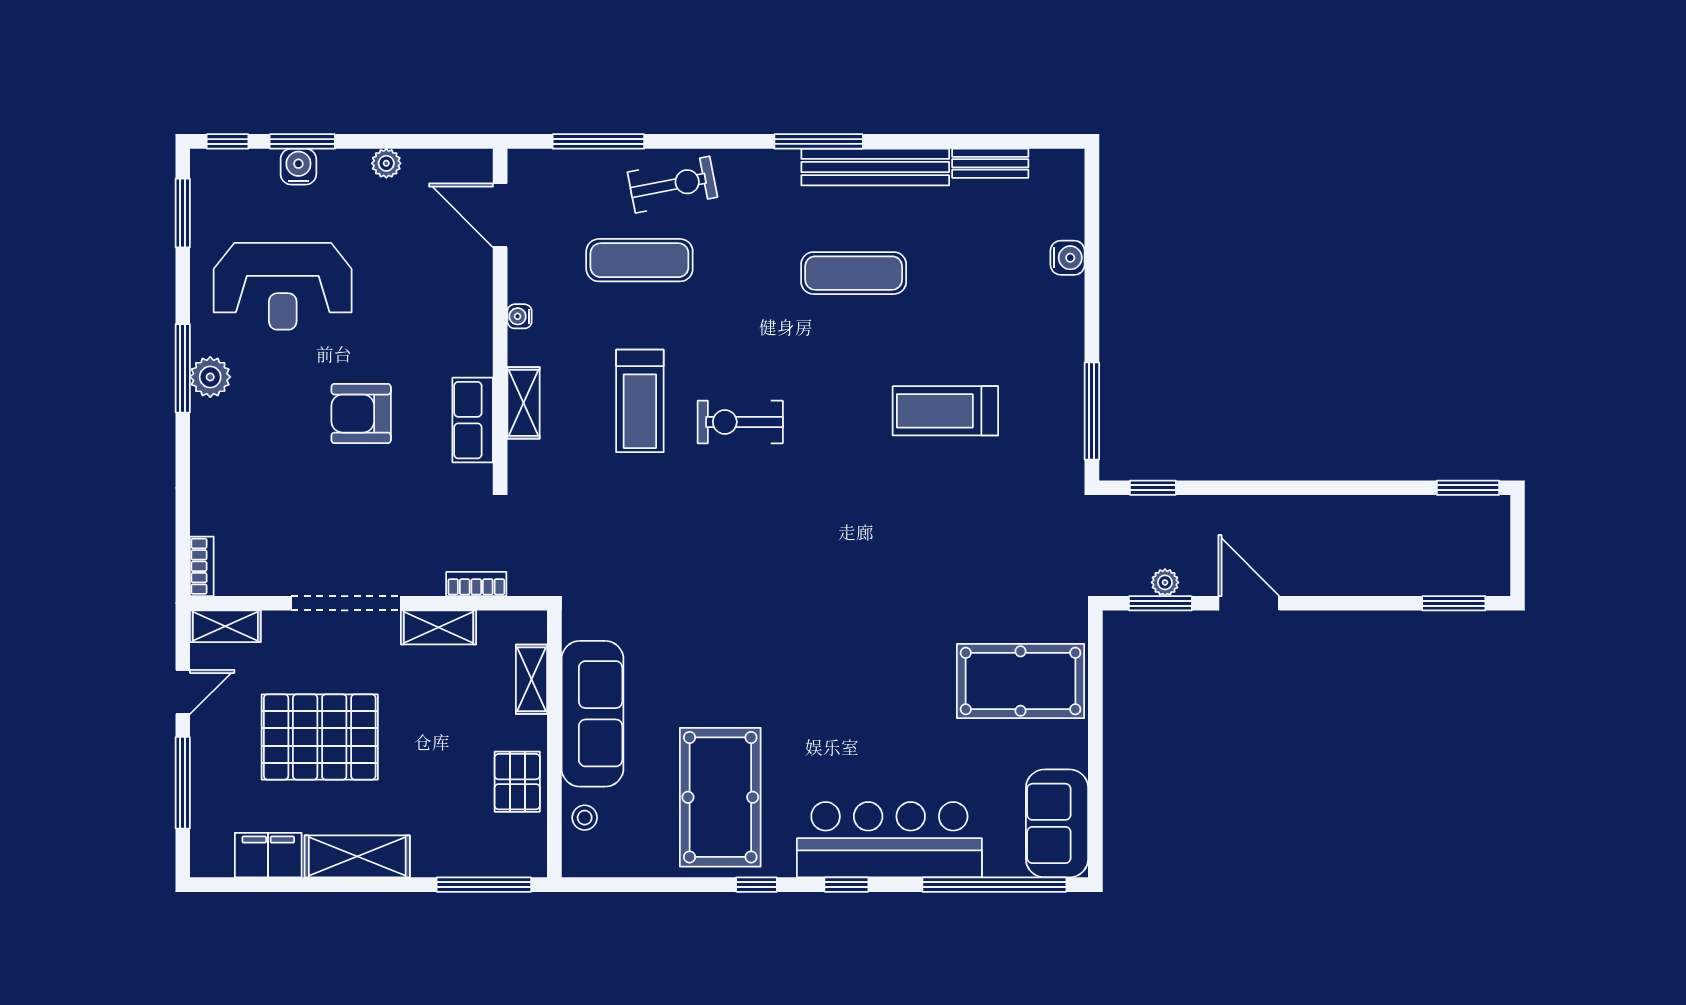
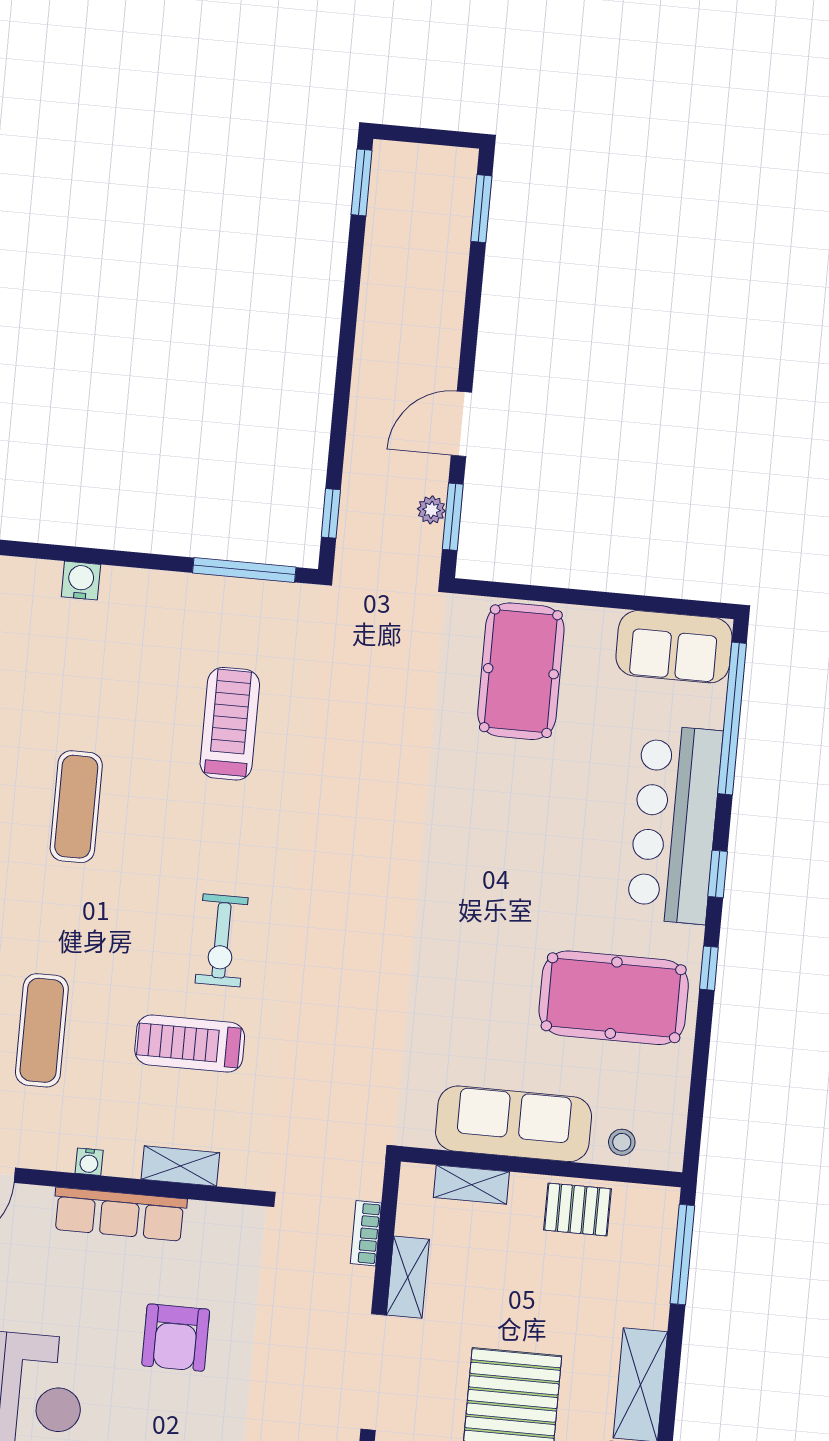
treadmill: (640, 401) -> (190, 1044), turned 180
treadmill: (945, 411) -> (230, 724), turned 180
row of seats: (473, 420) -> (120, 1214), moved, width x1.48

